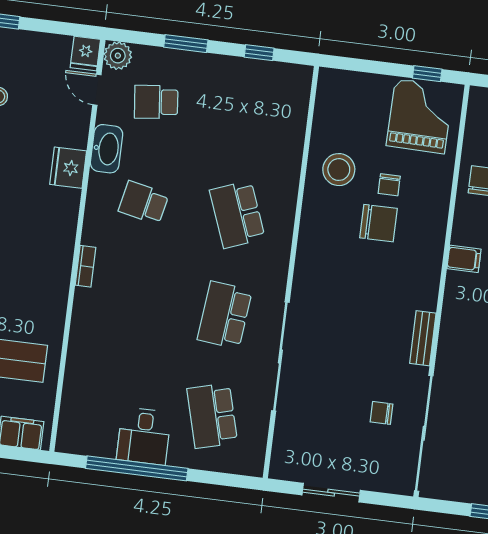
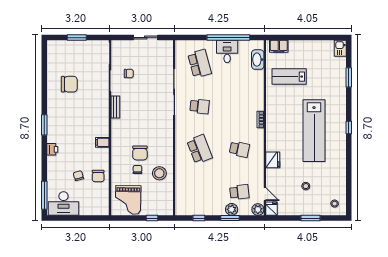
plant: (180, 63) -> (232, 209), added
window: (427, 74) -> (152, 218), moved
washbasin: (107, 149) -> (258, 60), moved
chair: (378, 223) -> (140, 153), turned -90
school desk: (225, 315) -> (200, 106), width x0.54

